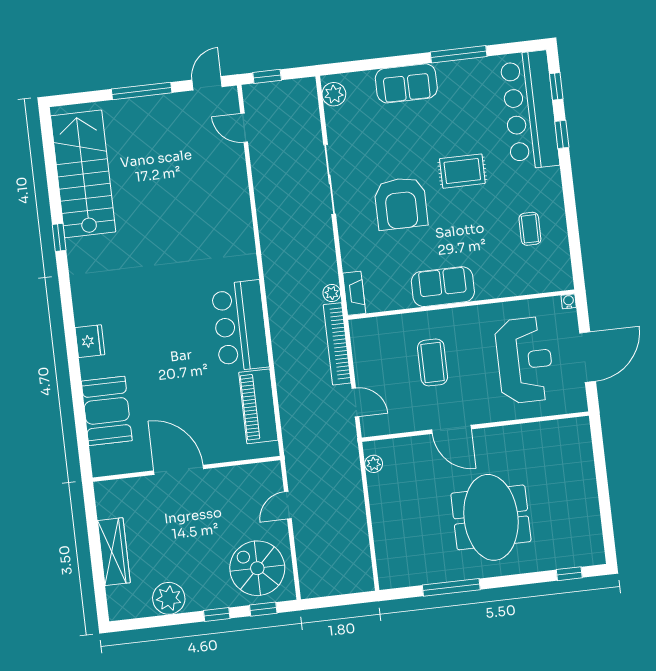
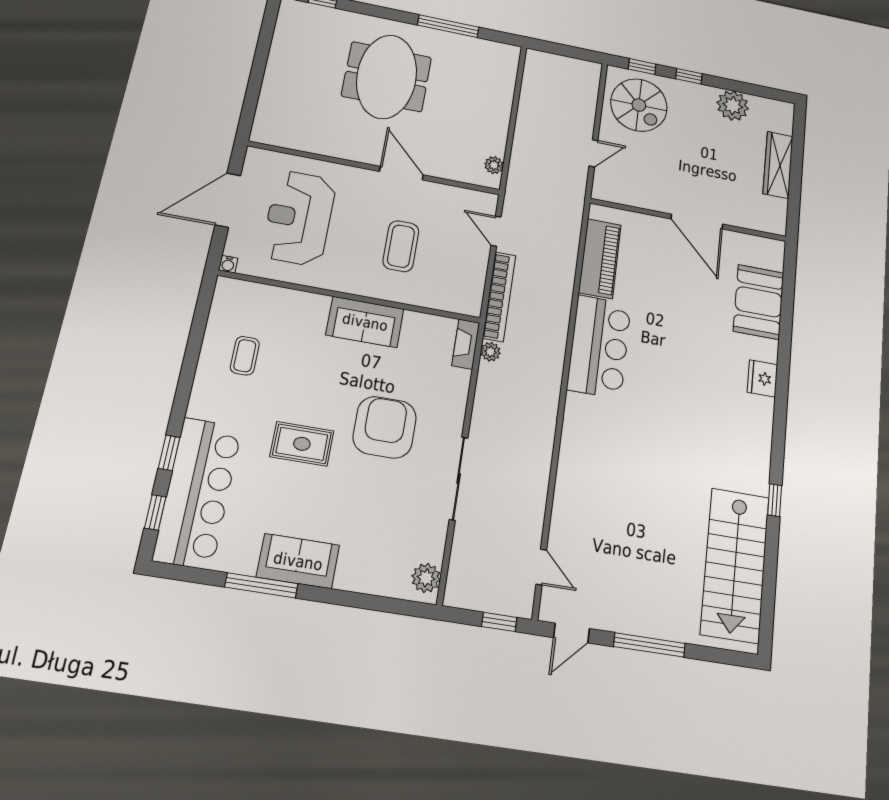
sofa: (406, 83) -> (298, 561), moved

